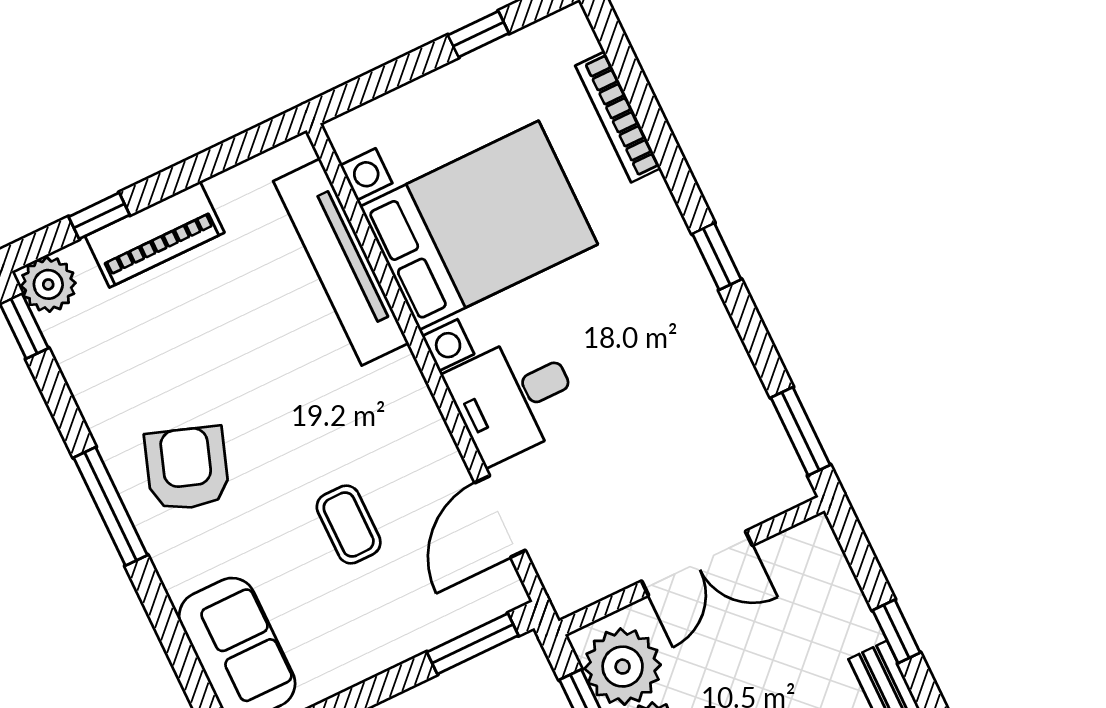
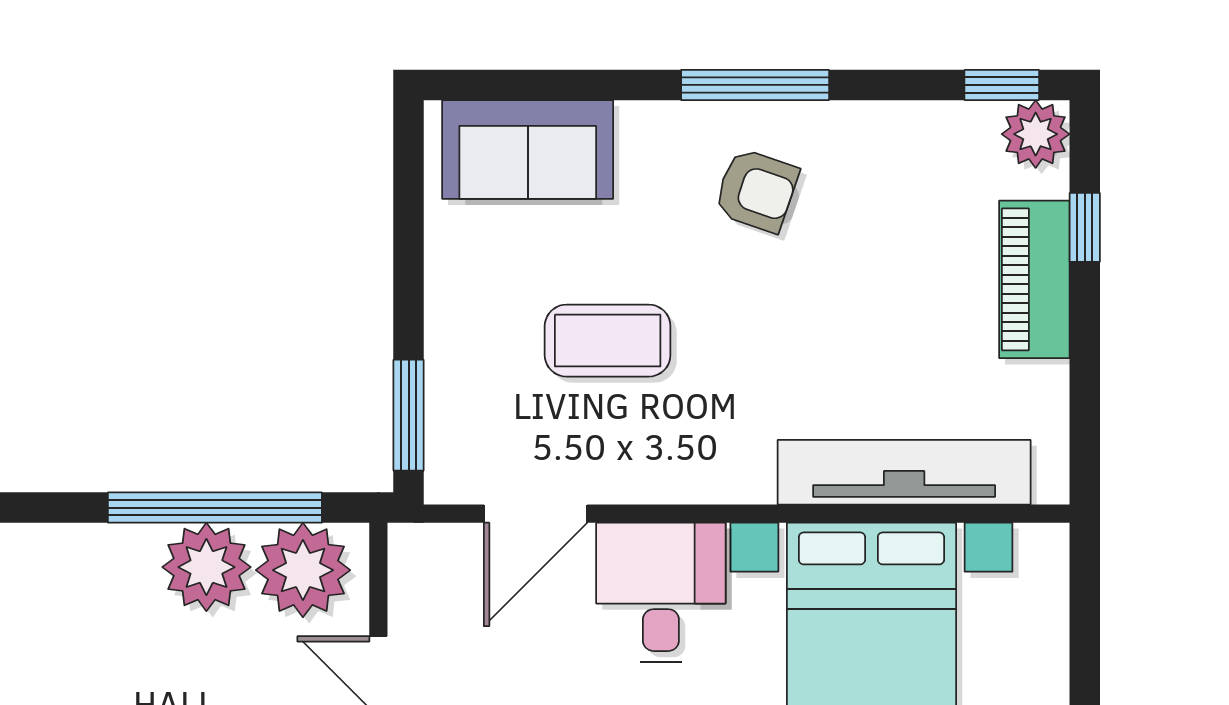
armchair: (187, 468) -> (756, 190), width x0.72, depth x0.72
door: (500, 517) -> (536, 514), swing flipped
coffee table: (349, 525) -> (608, 341), width x1.36, depth x1.30

